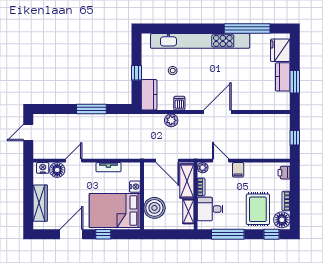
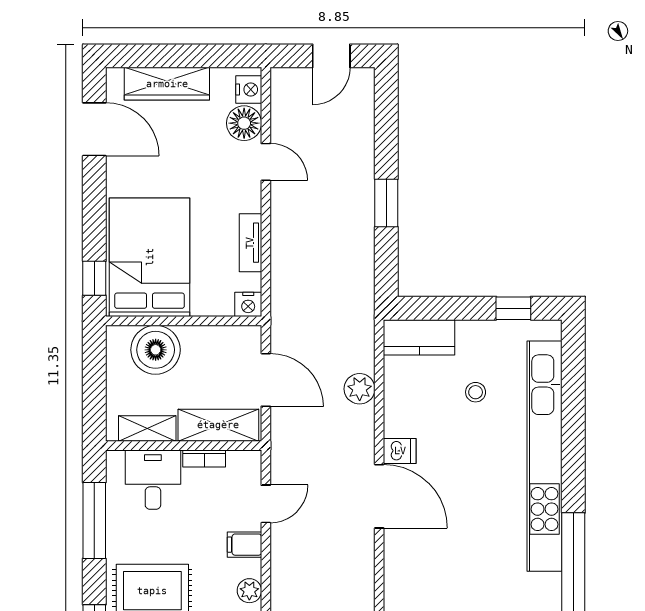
window: (137, 73) -> (513, 308), moved
dishwasher: (179, 103) -> (400, 451), moved
window: (91, 109) -> (386, 203), width x0.69
door: (28, 132) -> (331, 56), swing flipped
door: (167, 161) -> (266, 380), swing flipped
plant: (203, 168) -> (249, 591), moved
nightstand: (135, 187) -> (248, 304), moved
door: (71, 234) -> (94, 129), moved
window: (103, 234) -> (94, 278), moved

